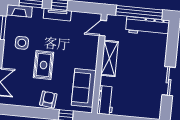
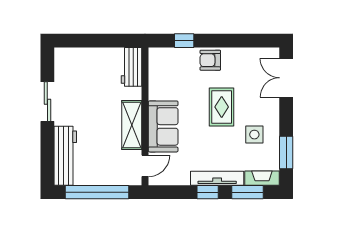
tv unit: (57, 15) -> (217, 178), width x1.41
workbench: (148, 26) -> (65, 156), moved, turned 90
sofa: (84, 88) -> (163, 126), moved
armchair: (48, 99) -> (210, 60), turned 83

